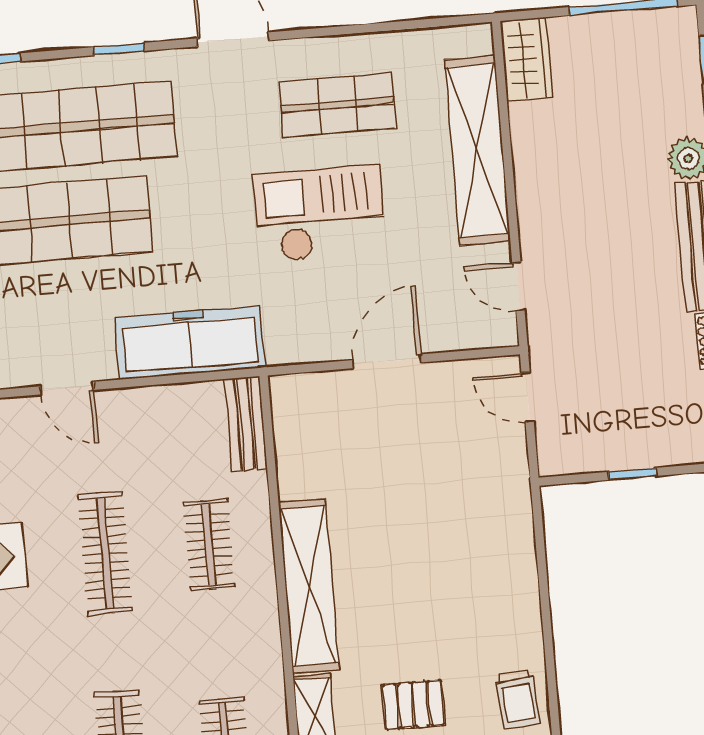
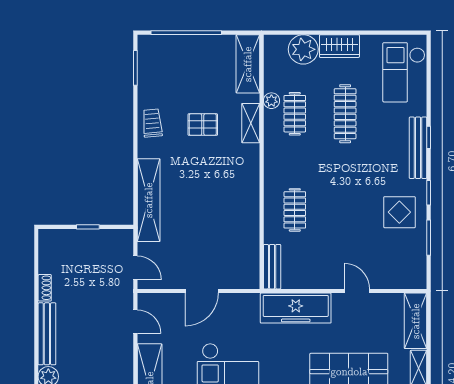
clothes rail: (105, 553) -> (345, 210), removed
shelving: (309, 586) -> (149, 200), moved

